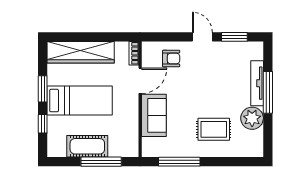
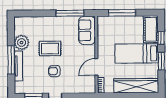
armchair: (171, 58) -> (54, 71), moved
sofa: (154, 115) -> (87, 30), moved
rug: (214, 129) -> (50, 49), moved
cot: (87, 146) -> (151, 29), moved, turned 90

